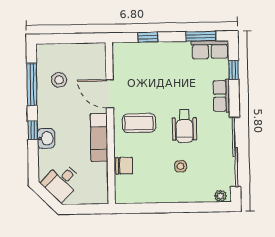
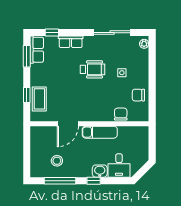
coffee table: (139, 123) -> (39, 99), moved
sliding door: (235, 152) -> (112, 33), width x0.73
desk: (61, 182) -> (119, 165), moved, turned 45
chair: (150, 189) -> (138, 95), added

